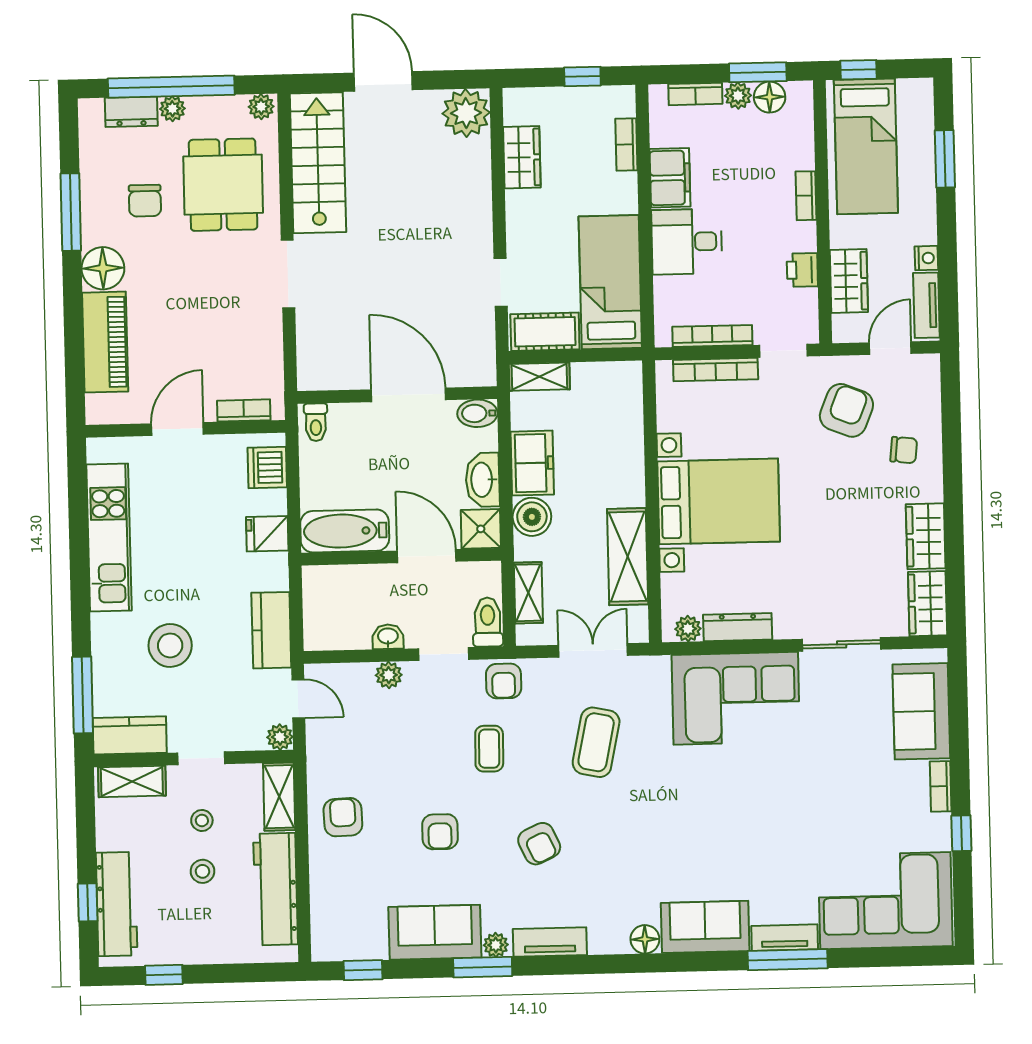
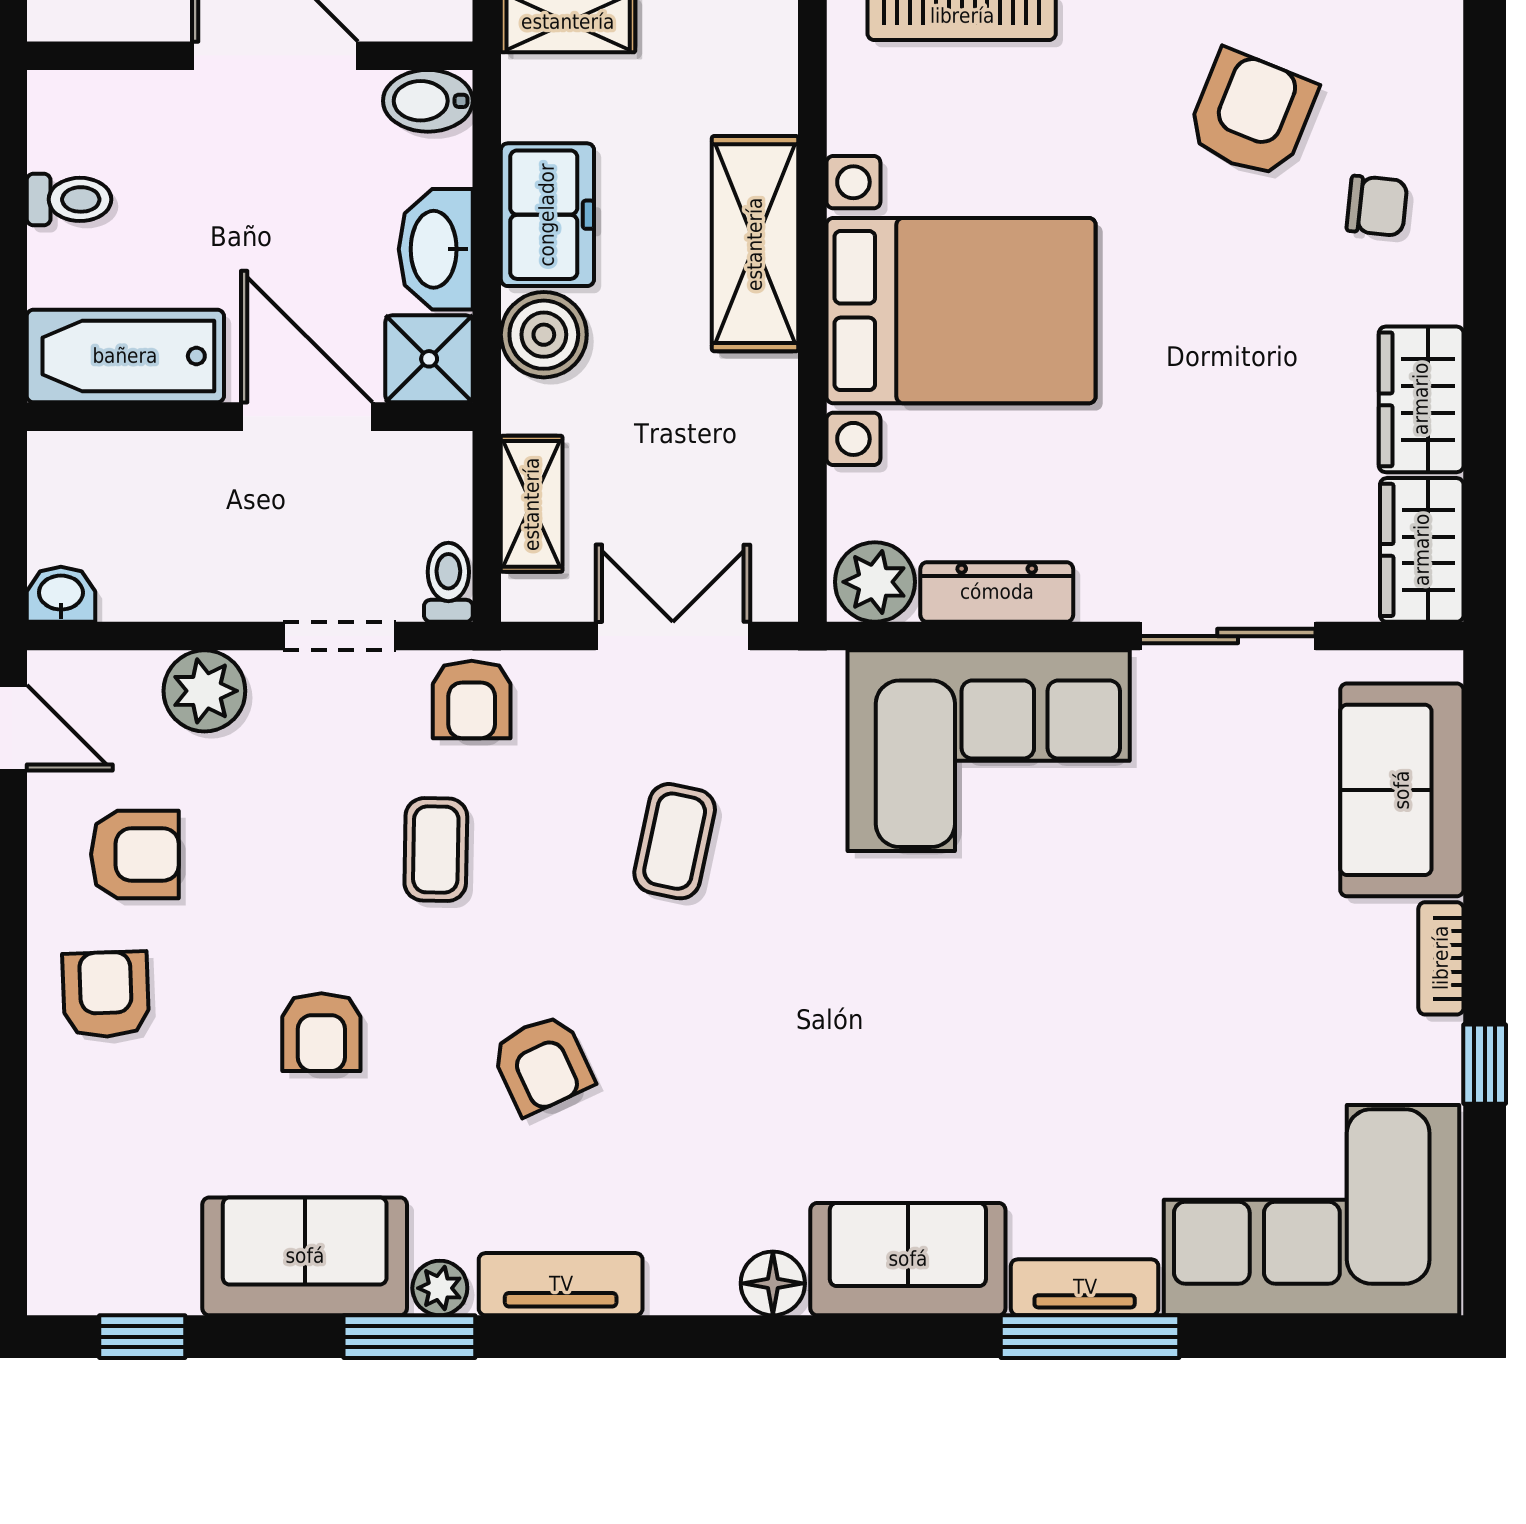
toilet: (316, 422) -> (69, 199), moved, turned -90
shelving: (628, 557) -> (755, 244), moved
toilet: (488, 622) -> (448, 582), width x0.73, depth x0.72
plant: (688, 629) -> (875, 582), width x1.38, depth x1.38
washbasin: (388, 637) -> (61, 594), moved
plant: (389, 675) -> (204, 691), width x1.38, depth x1.38
coffee table: (596, 742) -> (675, 841), width x0.73, depth x0.77
armchair: (354, 754) -> (135, 854), added

